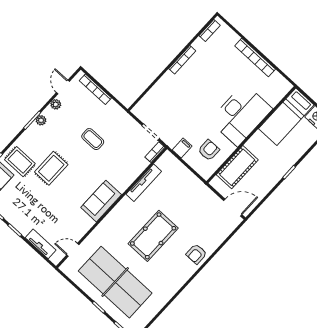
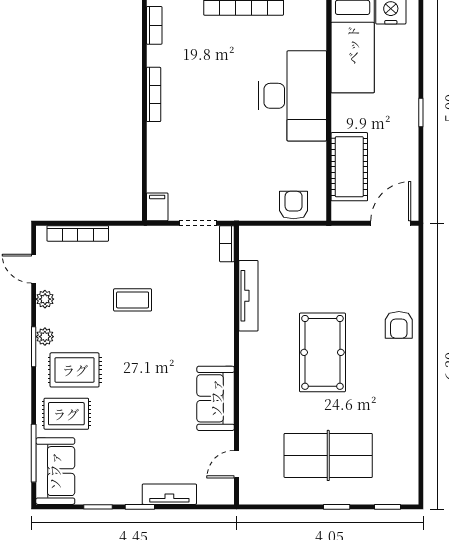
filing cabinet: (182, 148) -> (157, 207), moved
armchair: (209, 150) -> (294, 205), moved
rug: (51, 168) -> (75, 370), moved, turned 90
sofa: (101, 201) -> (216, 398), moved
tv unit: (41, 244) -> (169, 494), moved
table tennis table: (115, 282) -> (328, 455), width x0.73, depth x0.76

